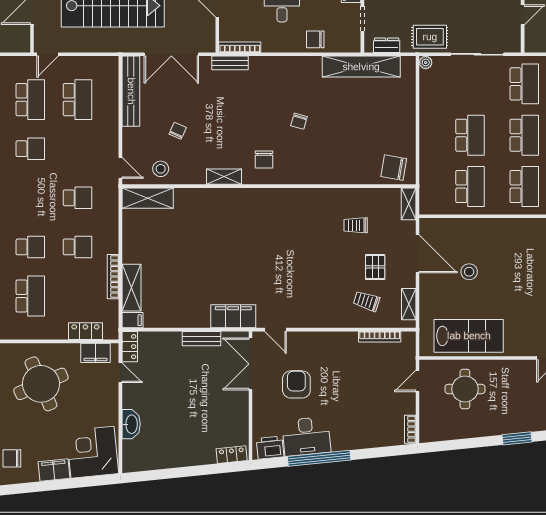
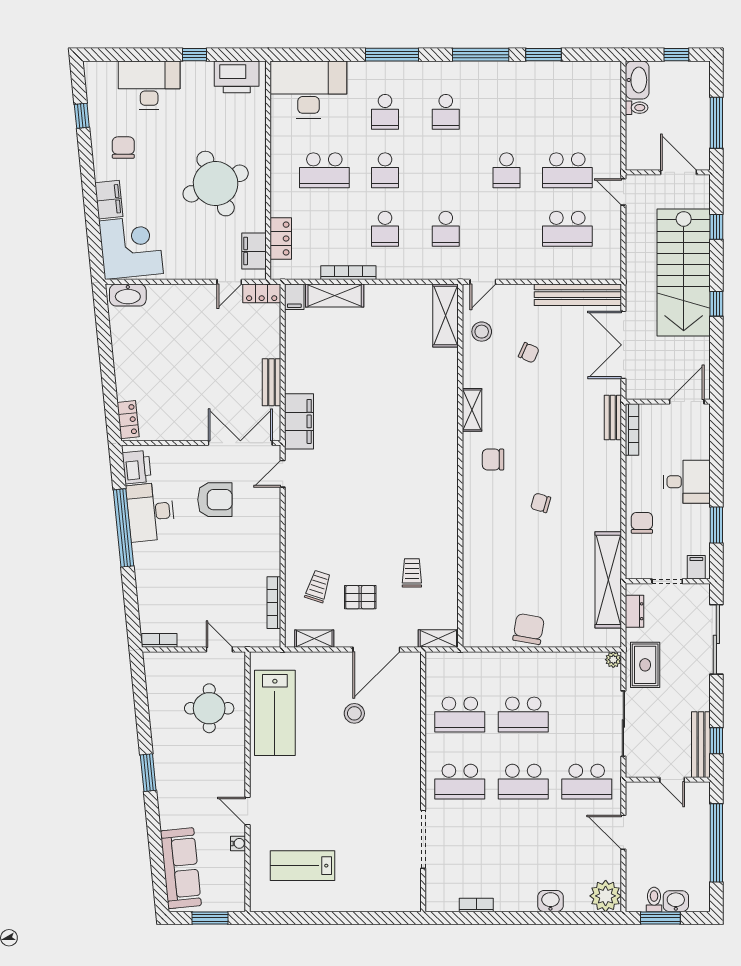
chair: (394, 168) -> (529, 629), moved
washbasin: (131, 424) -> (128, 295), moved

